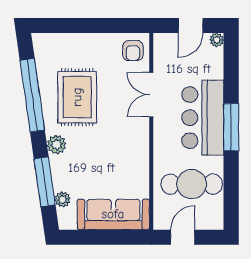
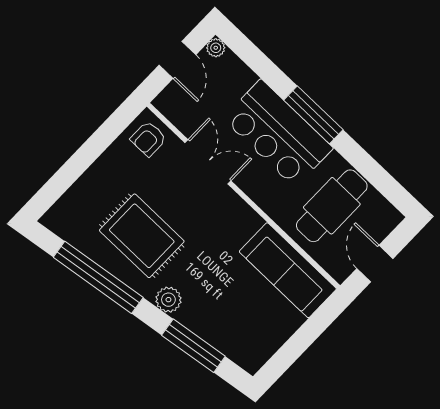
armchair: (133, 51) -> (148, 139), turned 90
double door: (151, 95) -> (208, 162), swing flipped
plant: (62, 199) -> (227, 345), removed
sofa: (113, 214) -> (288, 270), moved, turned -90

